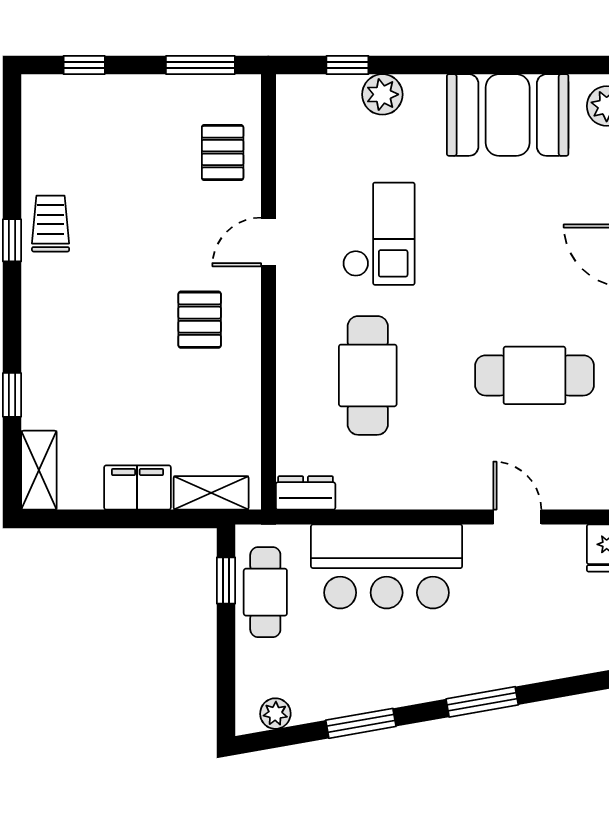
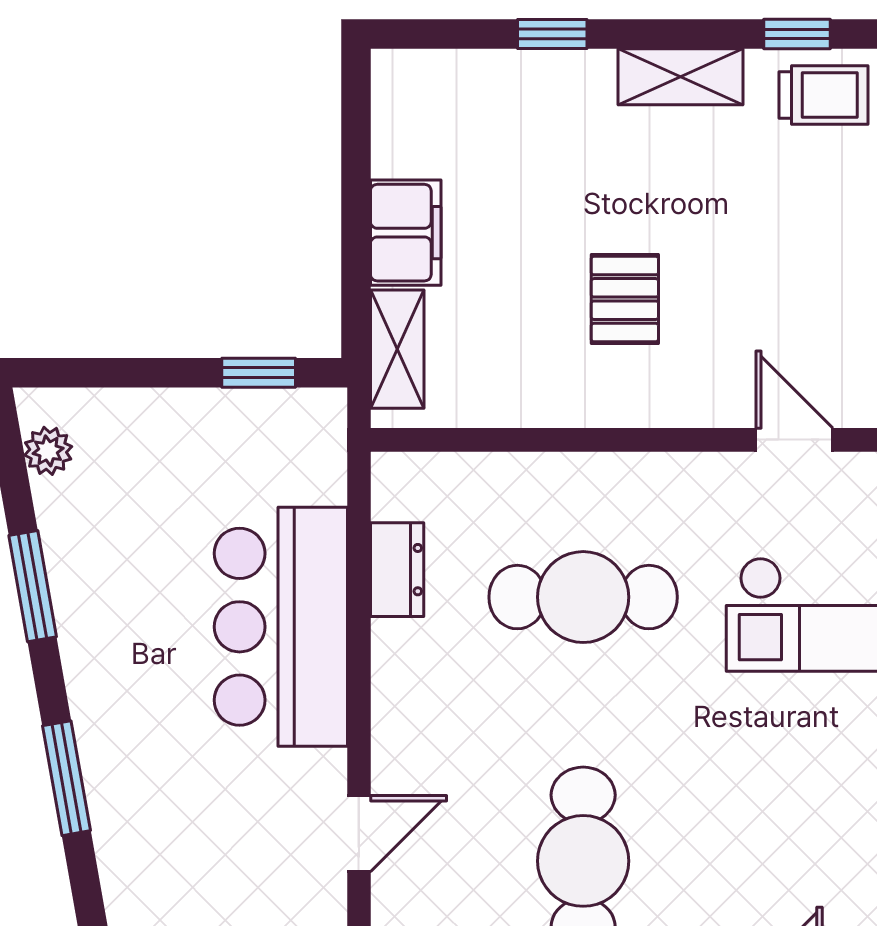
pallet: (200, 320) -> (625, 299), moved, turned 90
shelving: (39, 470) -> (680, 77), moved
dresser: (306, 493) -> (397, 570), moved
cafe table: (265, 592) -> (240, 435), removed

